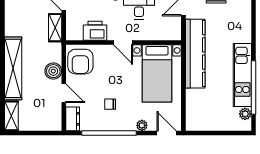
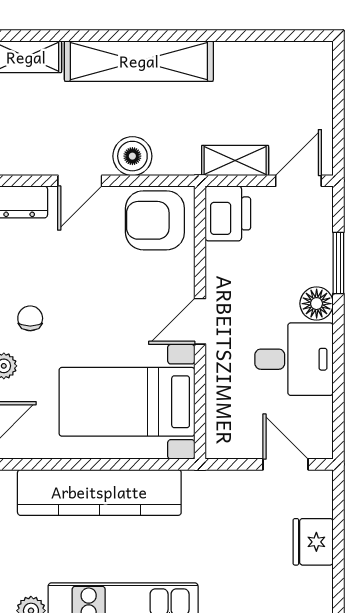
printer: (95, 31) -> (228, 213), moved
kitchen counter: (195, 54) -> (99, 492), moved
chair: (110, 104) -> (30, 318), moved

